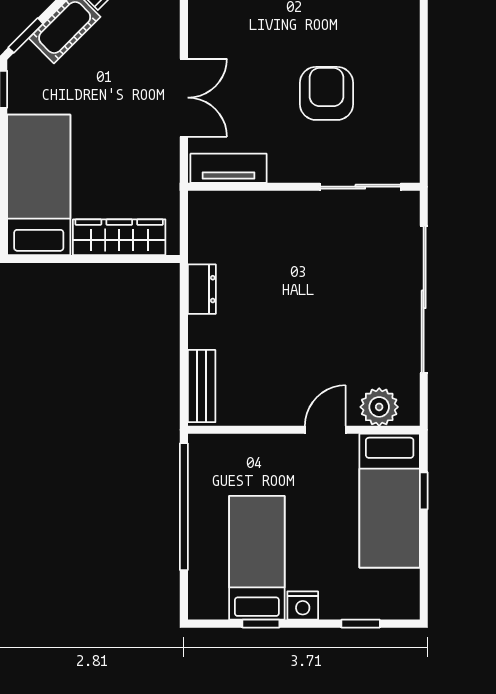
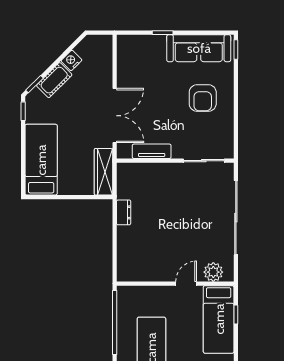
armchair: (326, 93) -> (203, 98), moved, turned 180
double door: (184, 98) -> (115, 116), width x1.37
tv unit: (229, 168) -> (152, 151), moved
wardrobe: (119, 237) -> (104, 172), moved, turned -90
bench: (202, 386) -> (124, 261), removed

